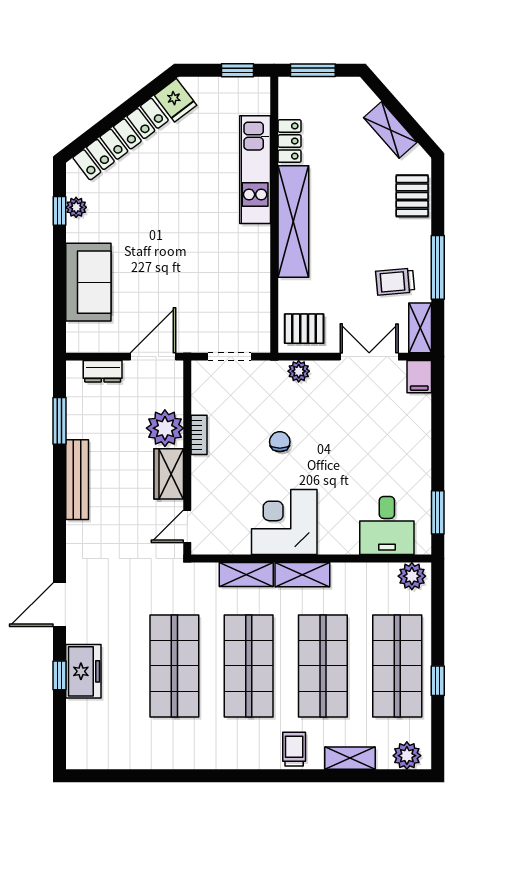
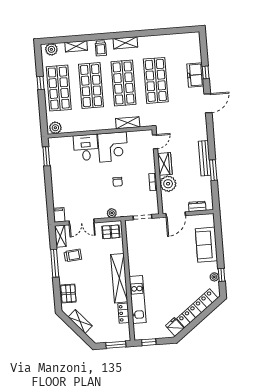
window: (60, 421) -> (213, 170), moved
desk: (387, 526) -> (86, 148), moved
shelving: (302, 575) -> (125, 43), moved

